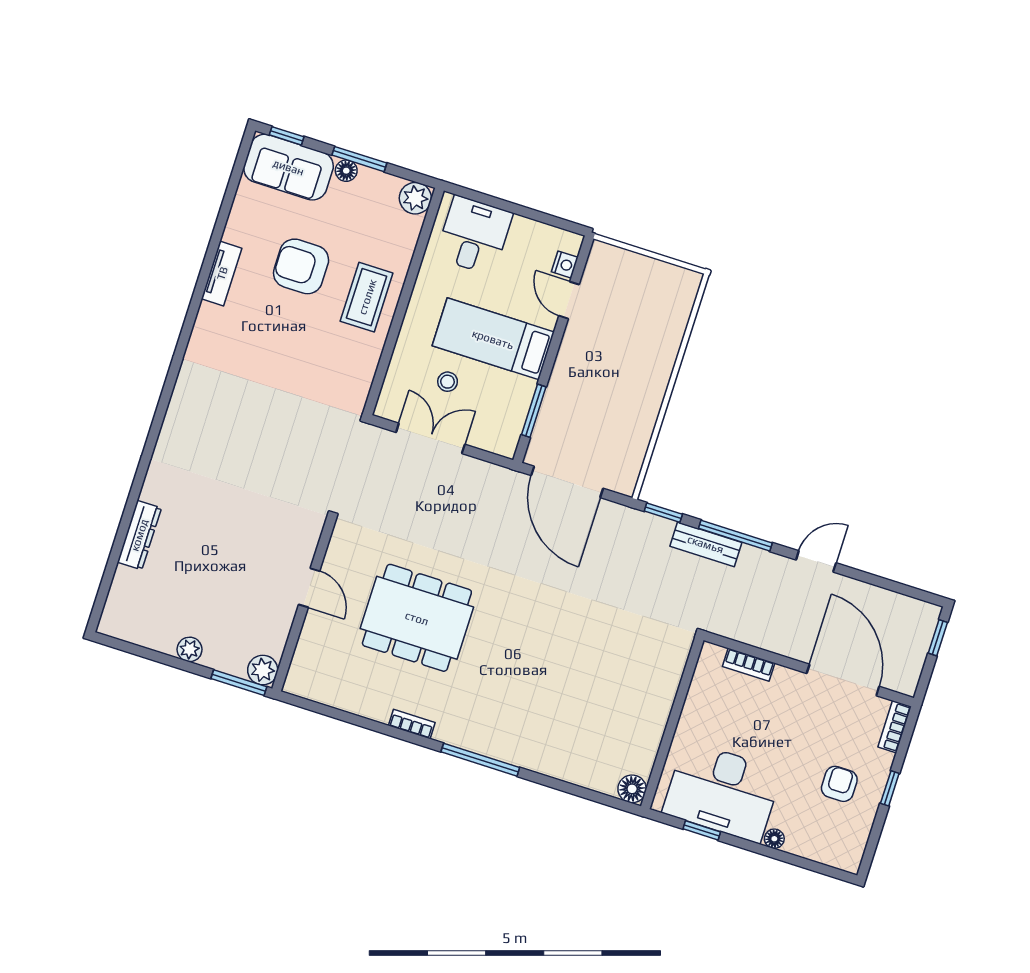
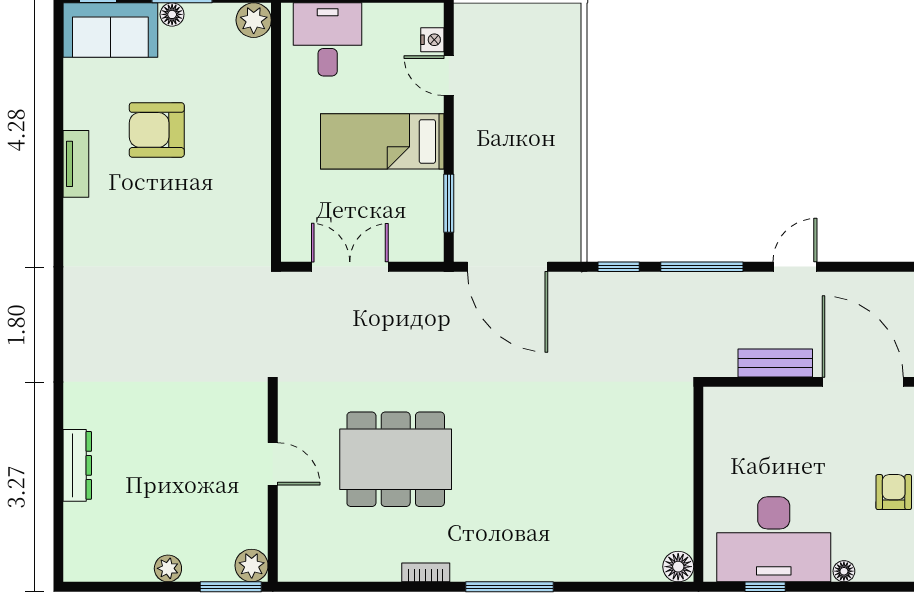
coffee table: (367, 297) -> (236, 140), removed
stool: (448, 382) -> (349, 202), removed
bench: (706, 544) -> (775, 363), moved
bookcase: (749, 665) -> (759, 397), removed

